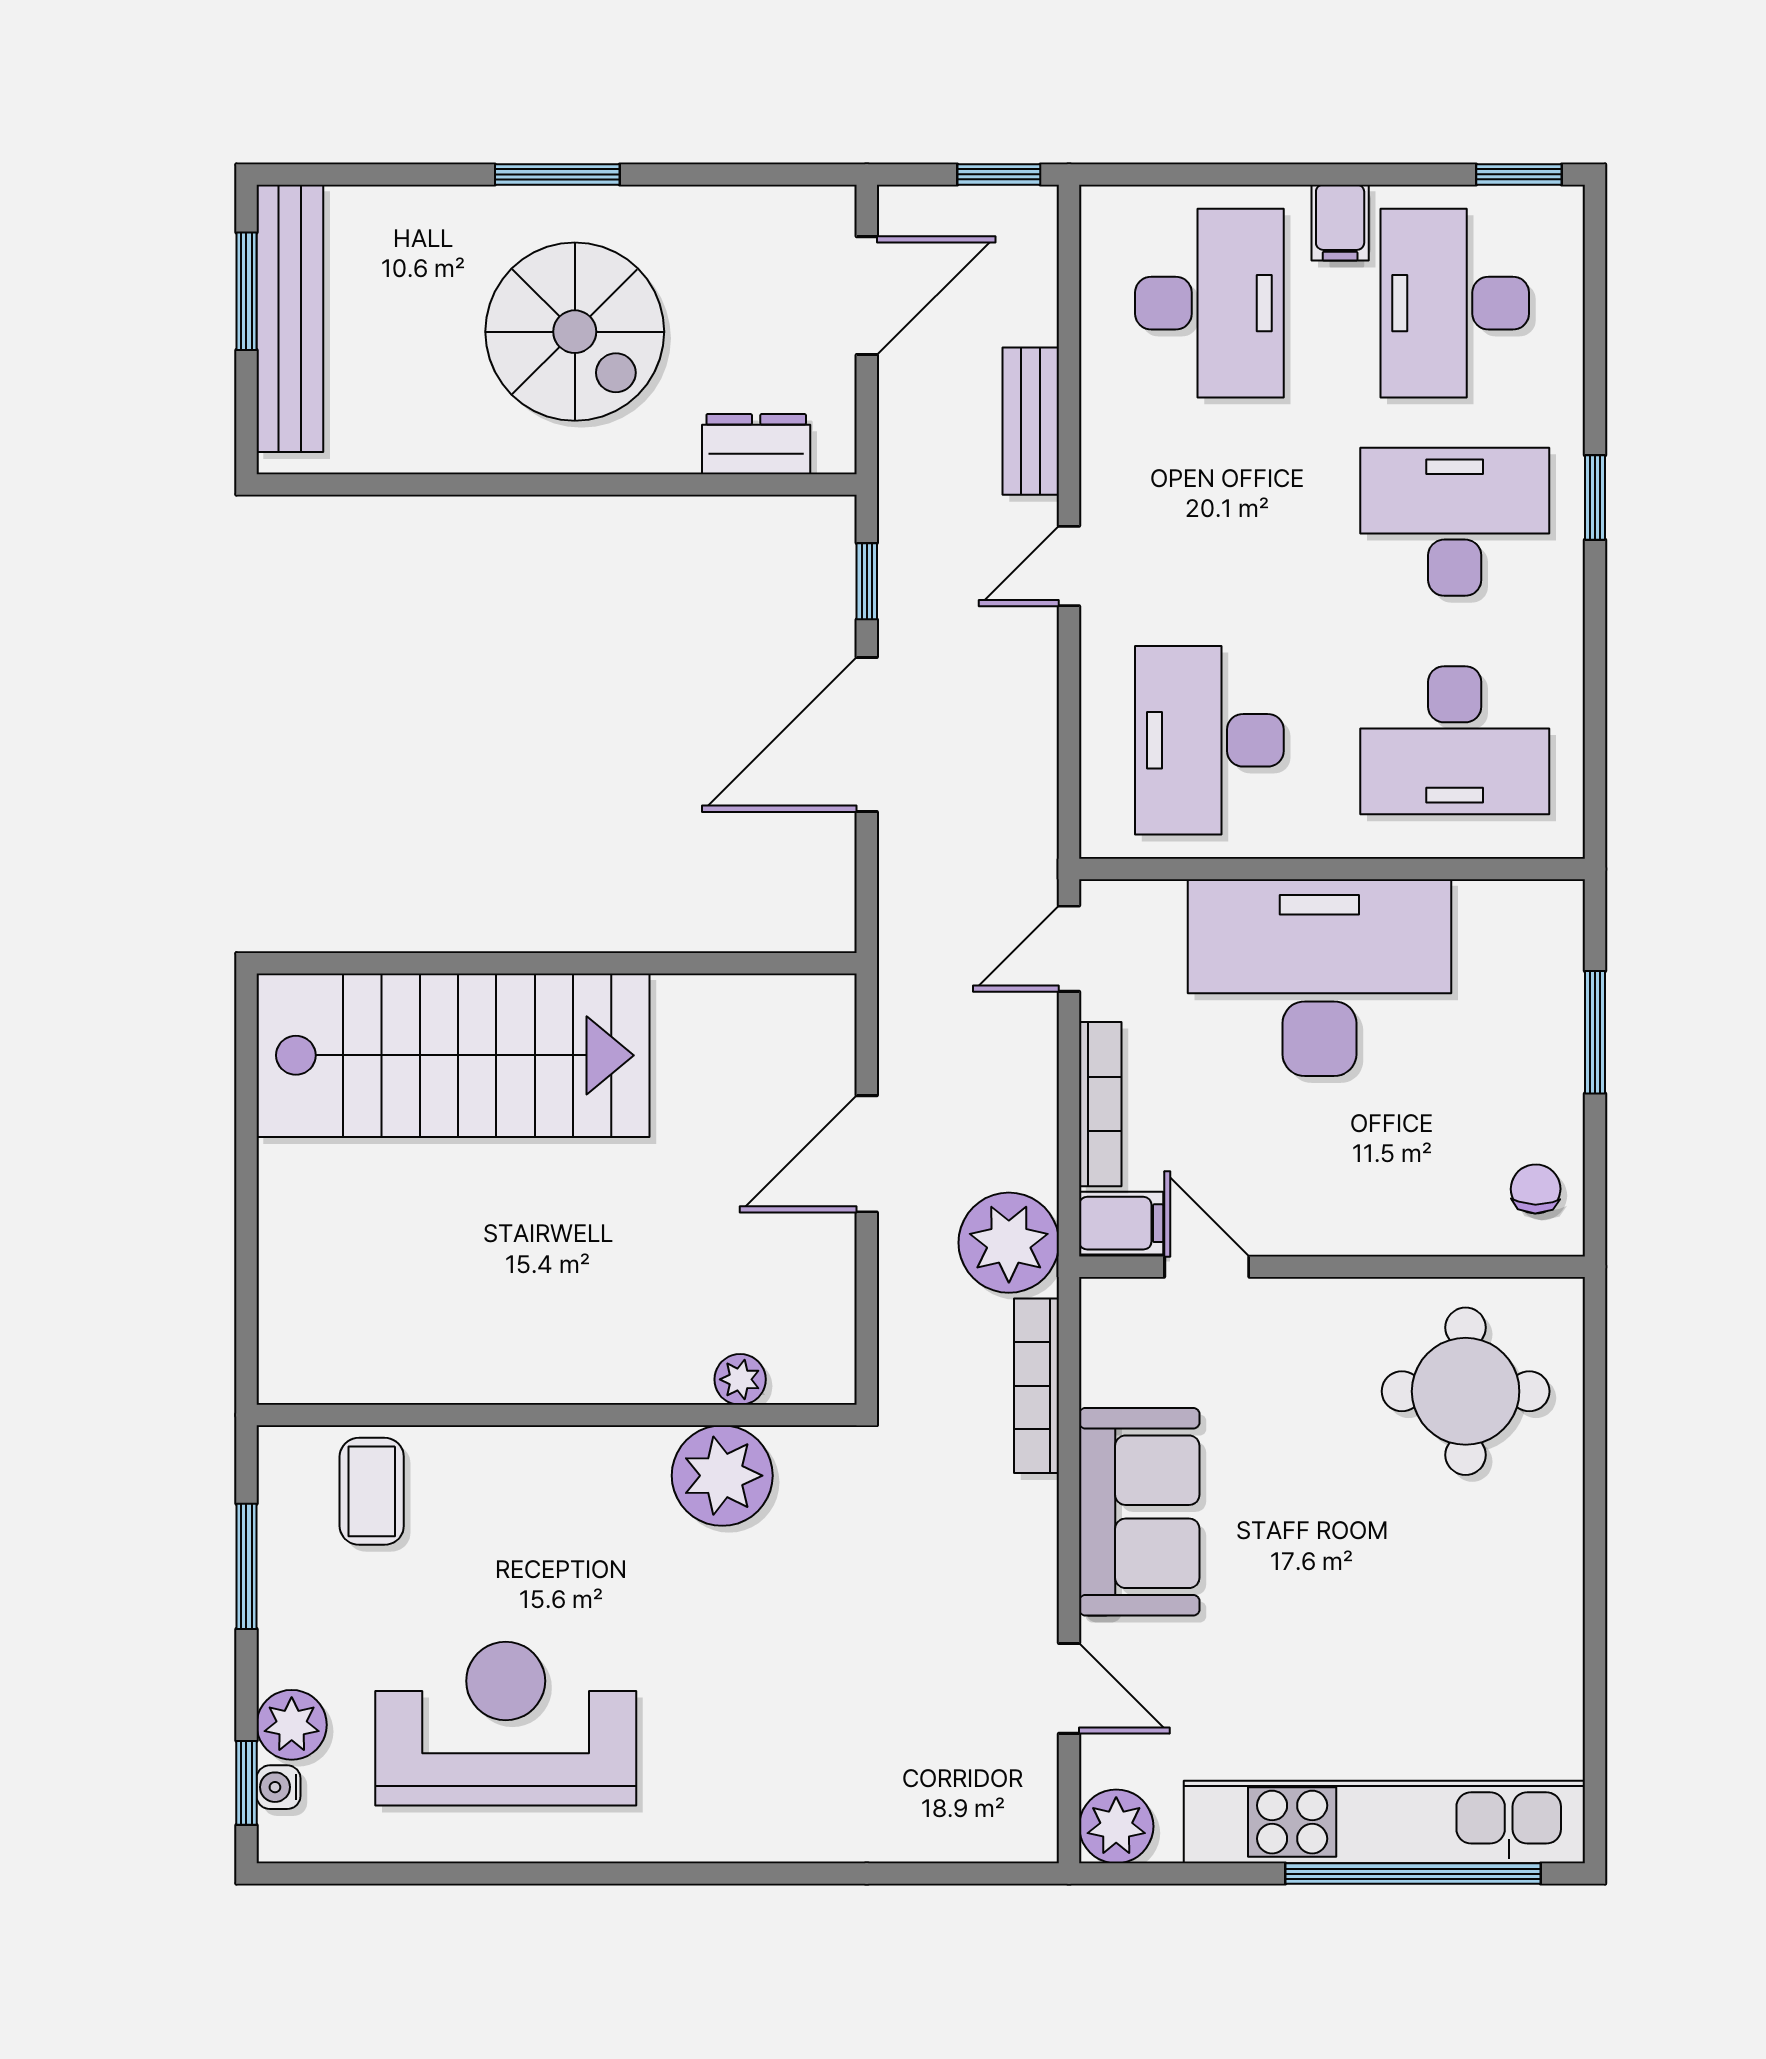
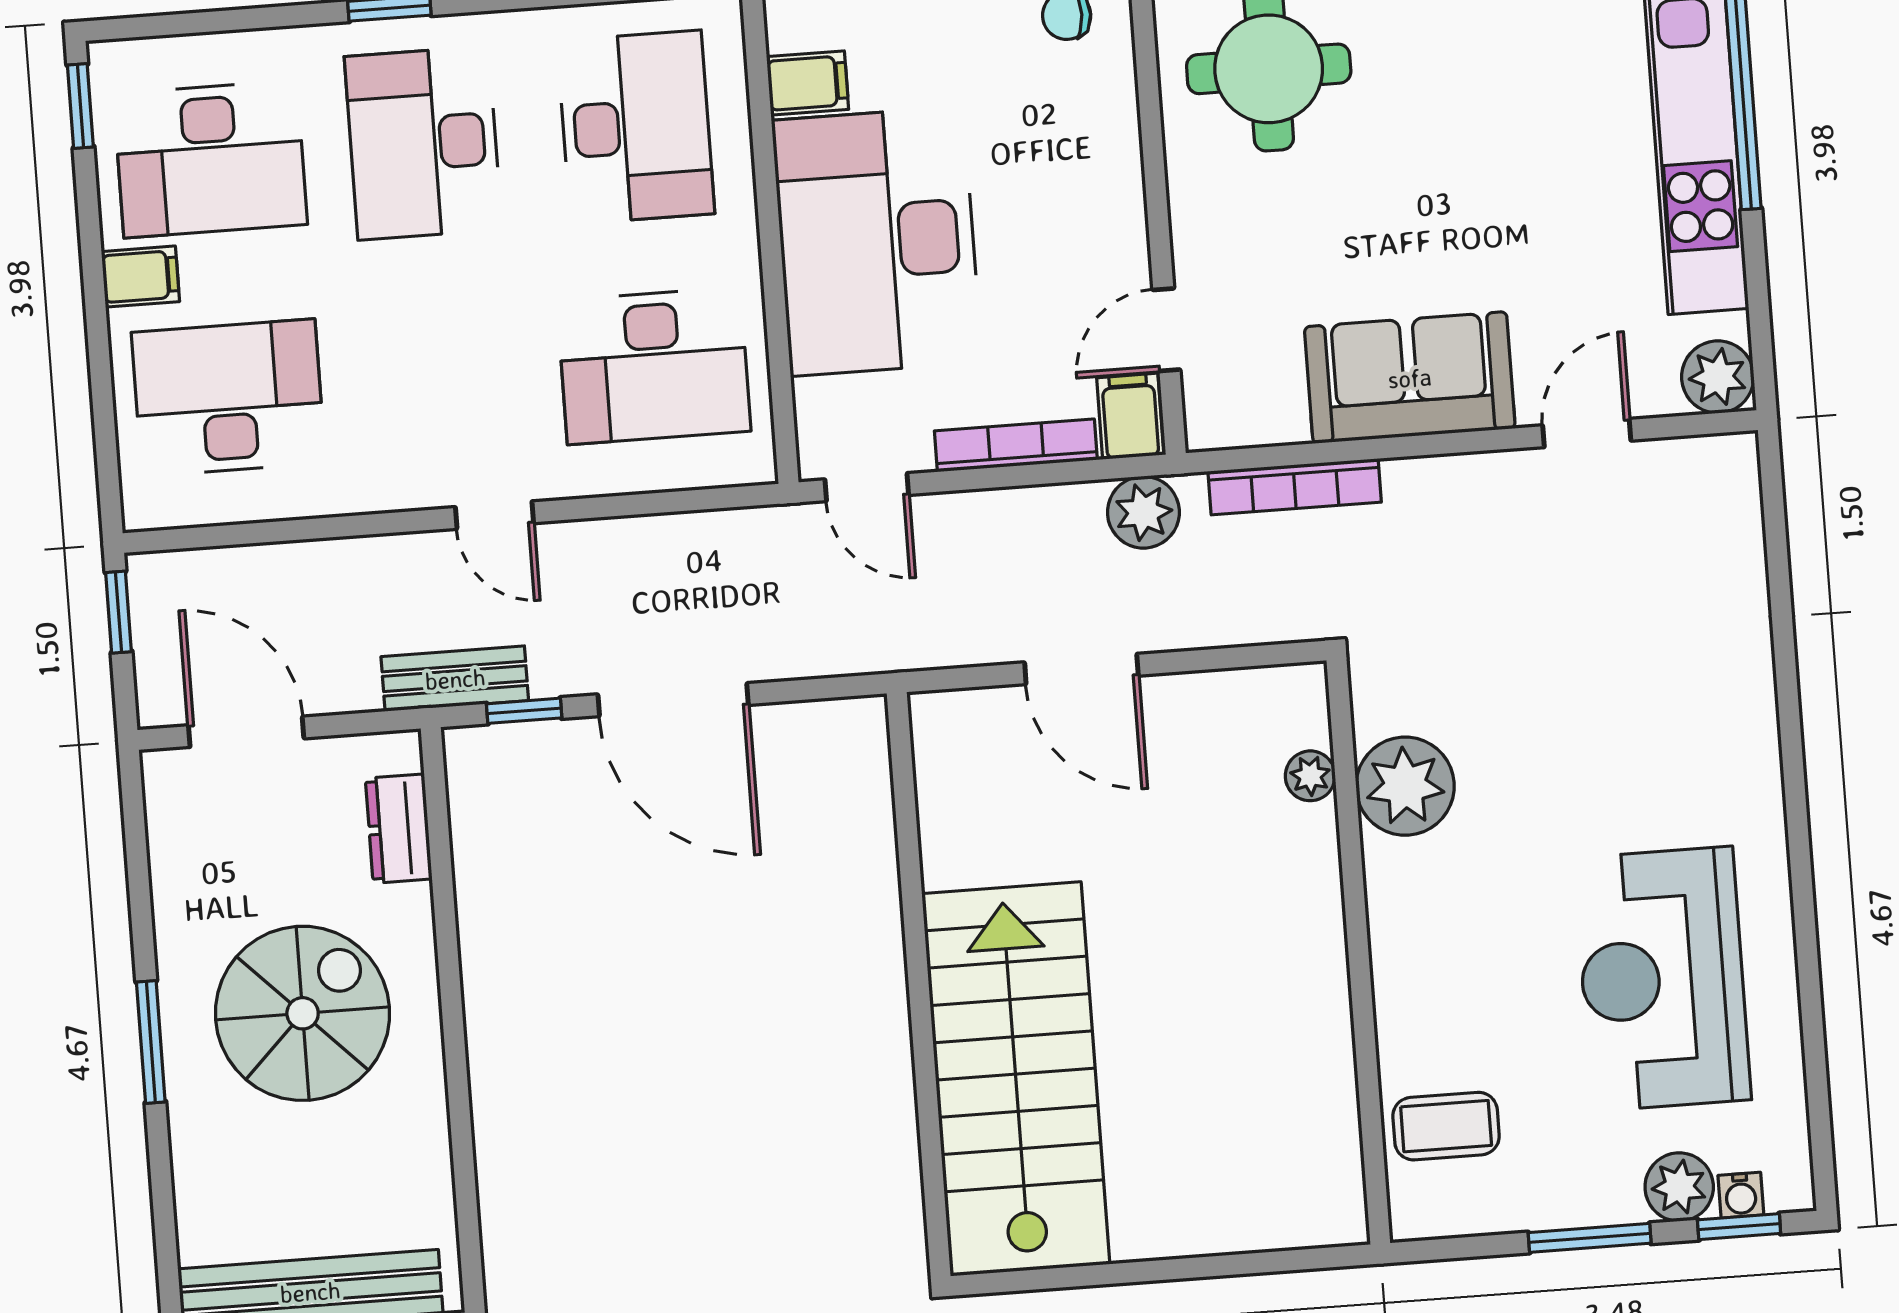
bench: (1031, 421) -> (455, 679), moved
filing cabinet: (1487, 919) -> (808, 83), added
plant: (1009, 1243) -> (1143, 512), width x0.73, depth x0.73
window: (246, 1566) -> (1590, 1238), moved

